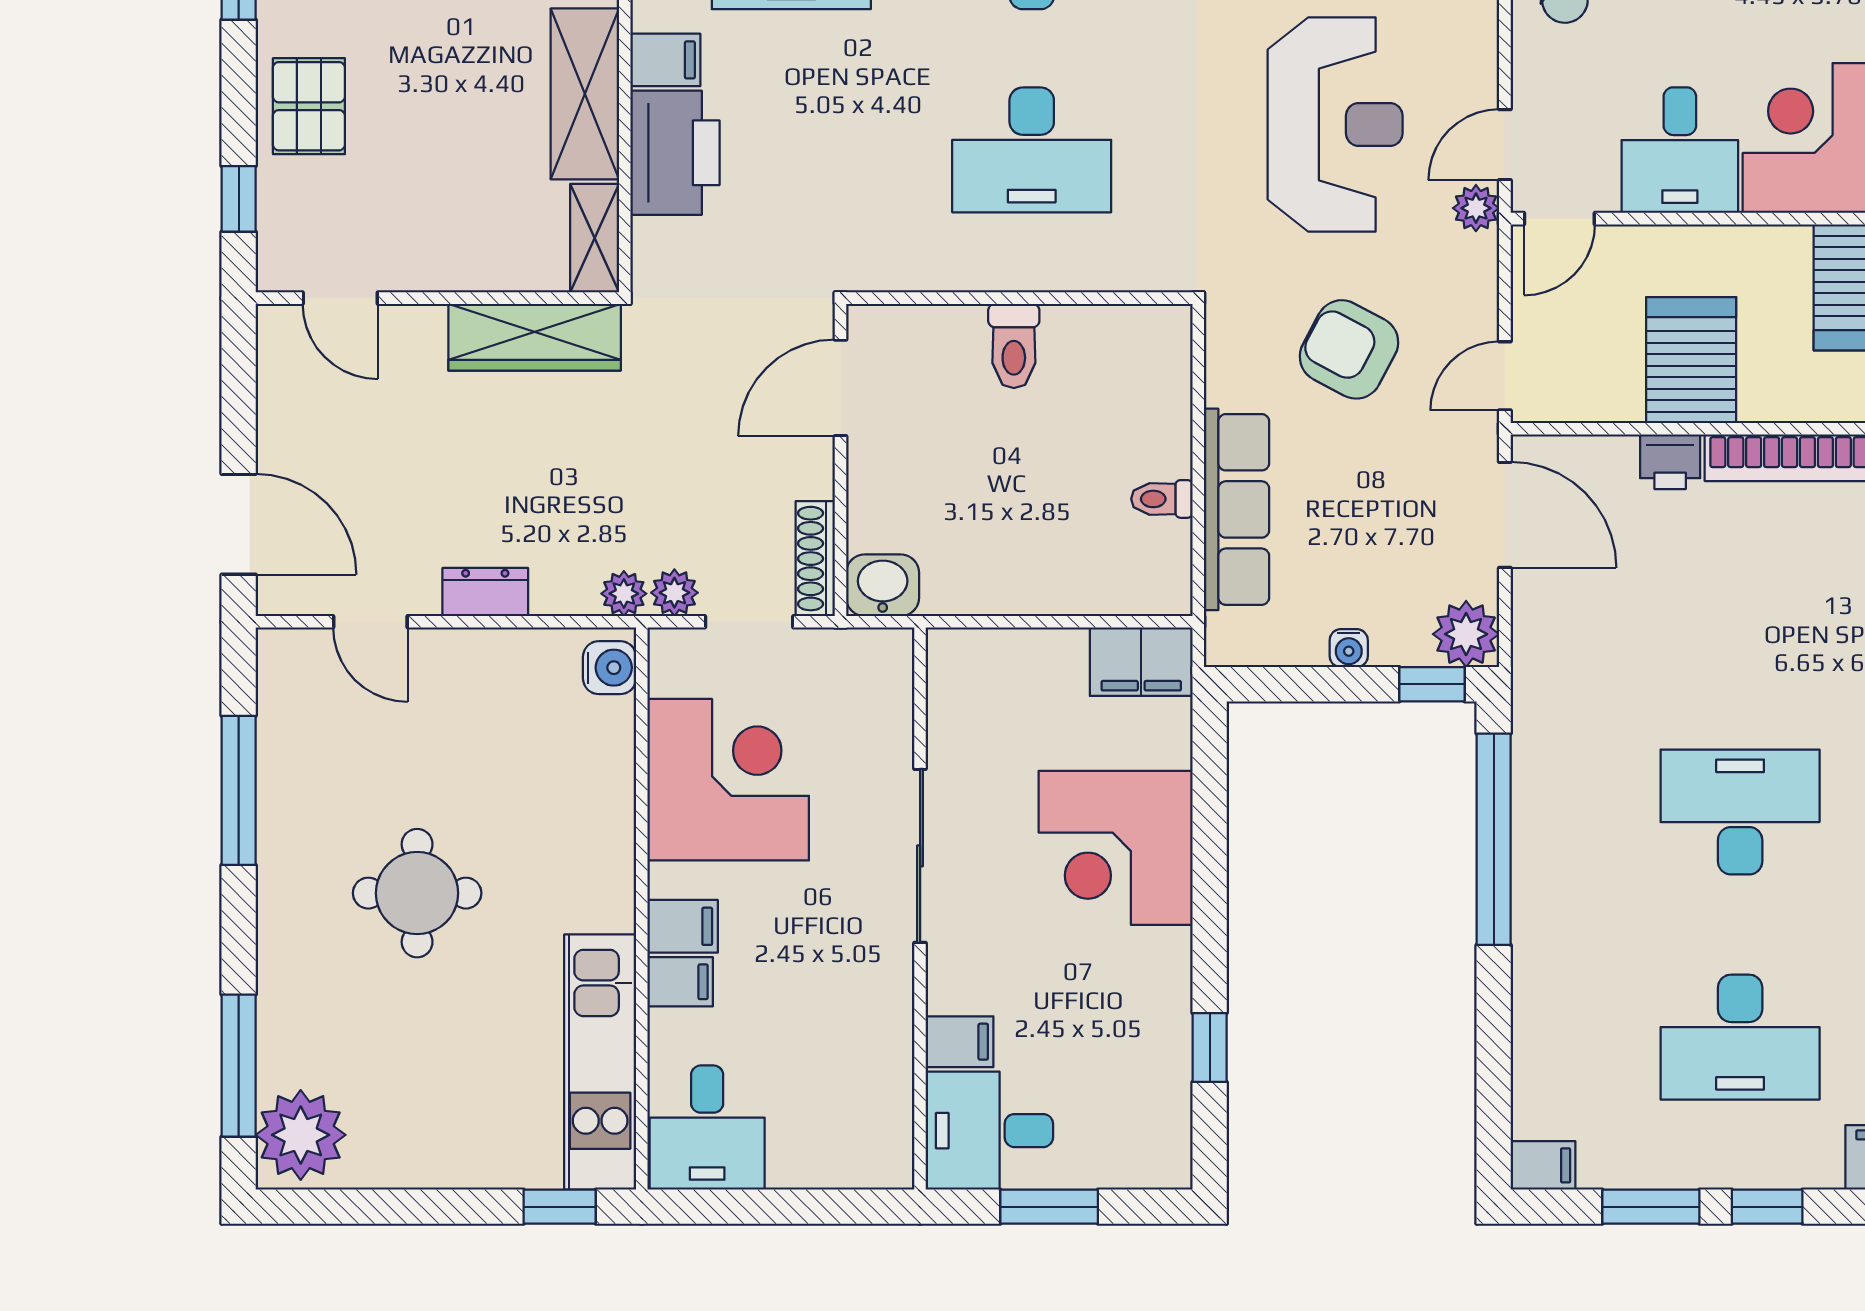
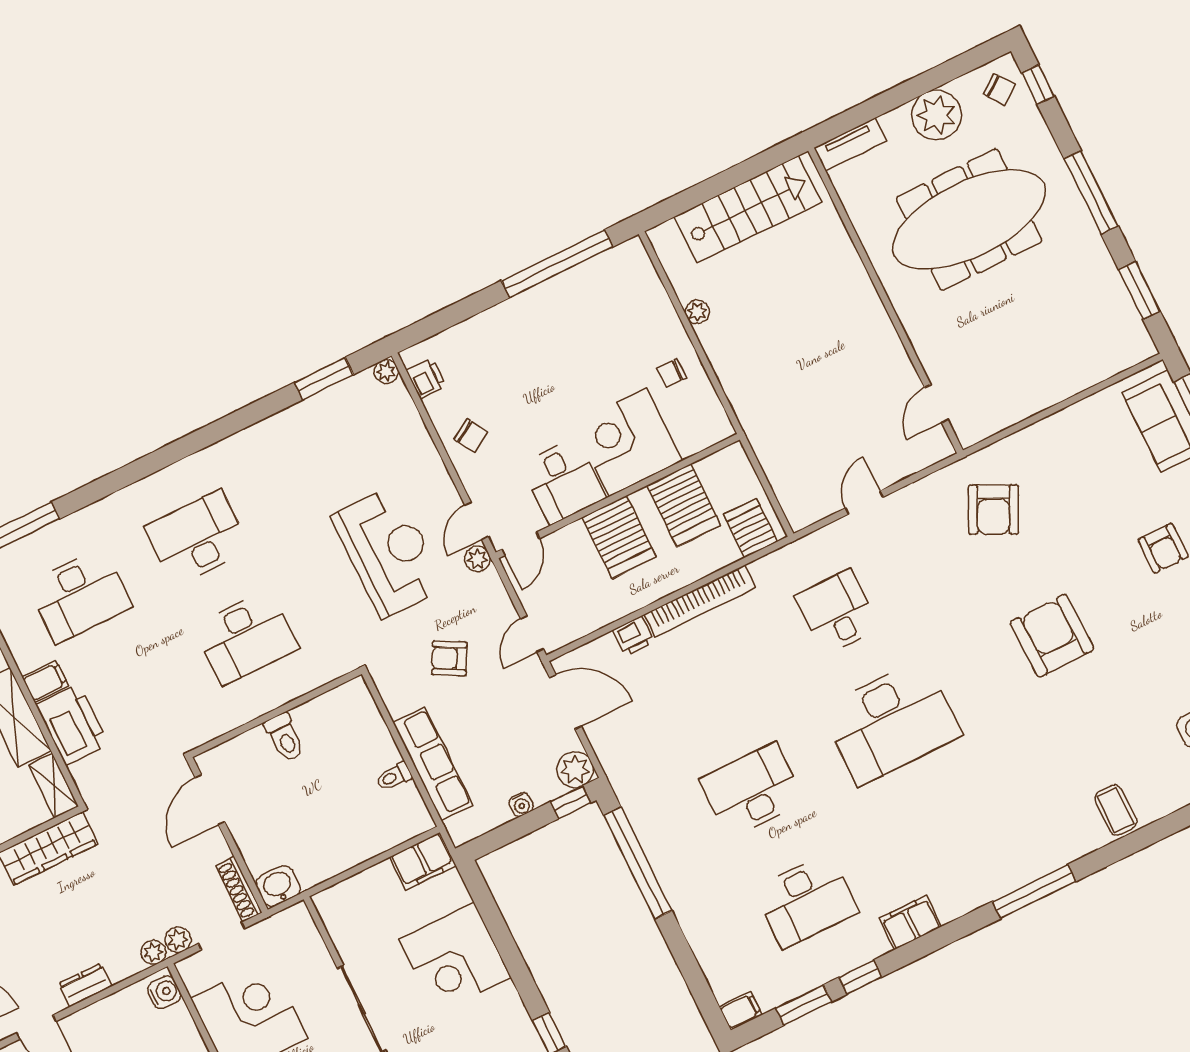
armchair: (1349, 349) -> (449, 658), width x0.72, depth x0.72
server rack: (1691, 360) -> (619, 537), moved, turned 180

